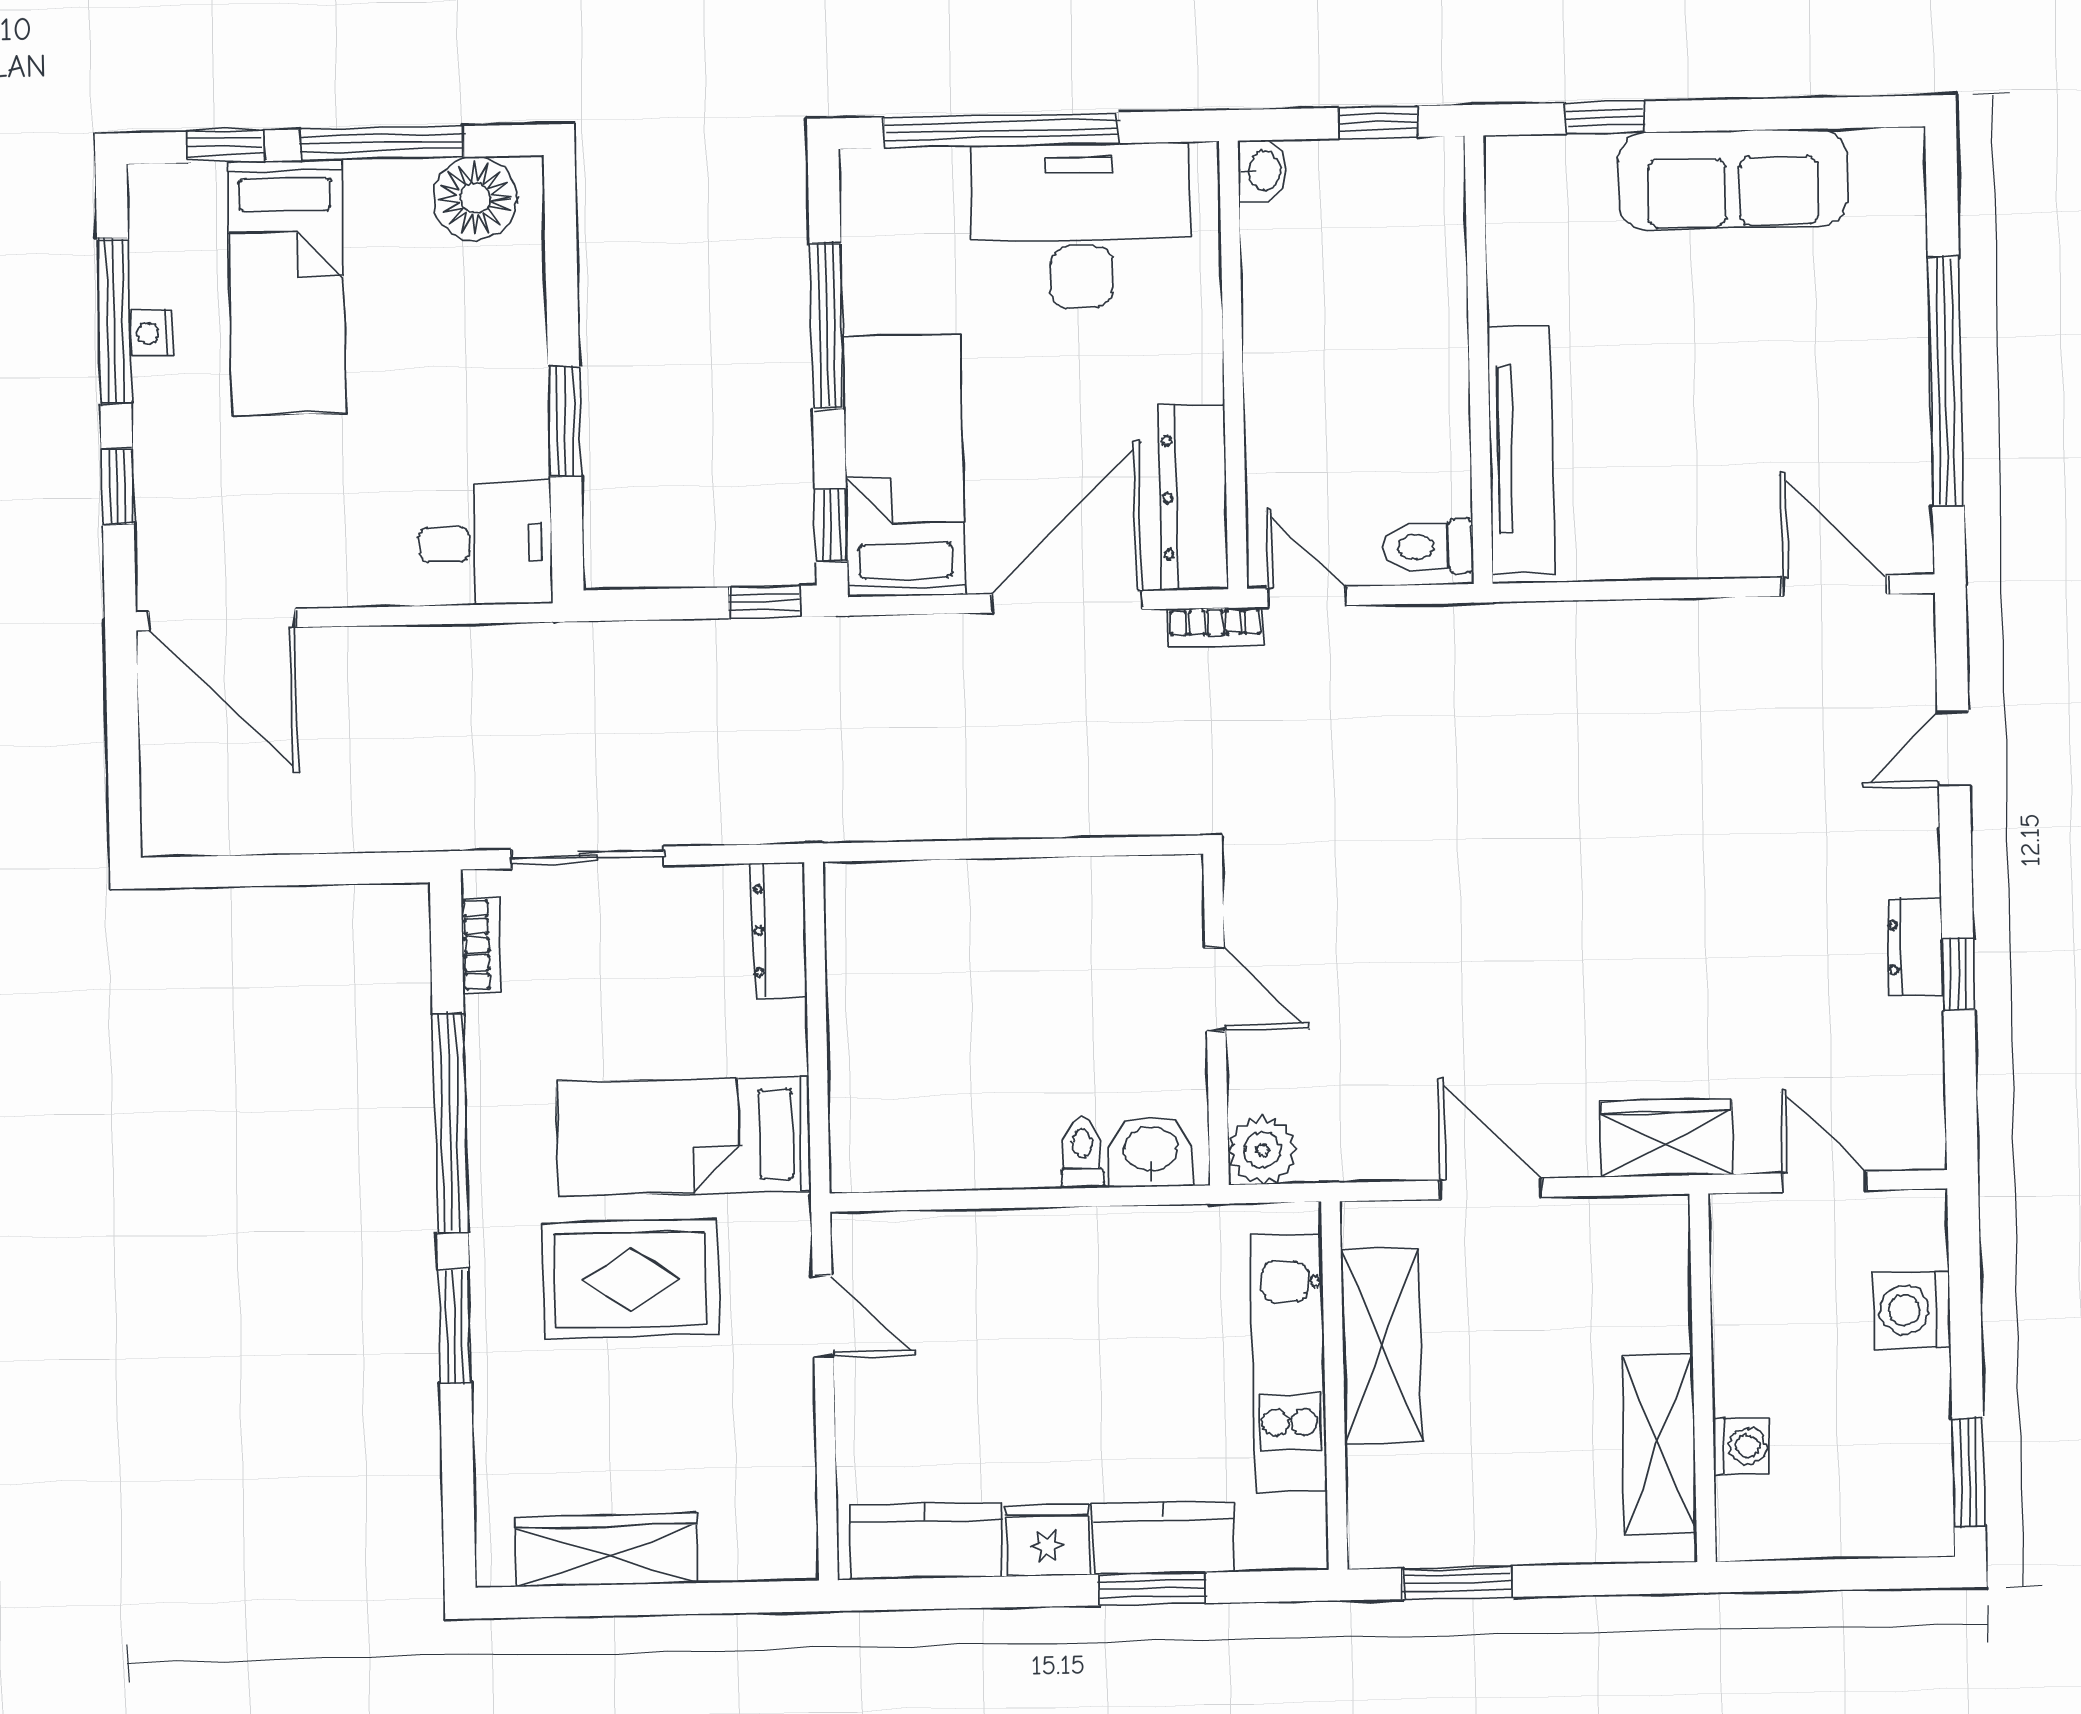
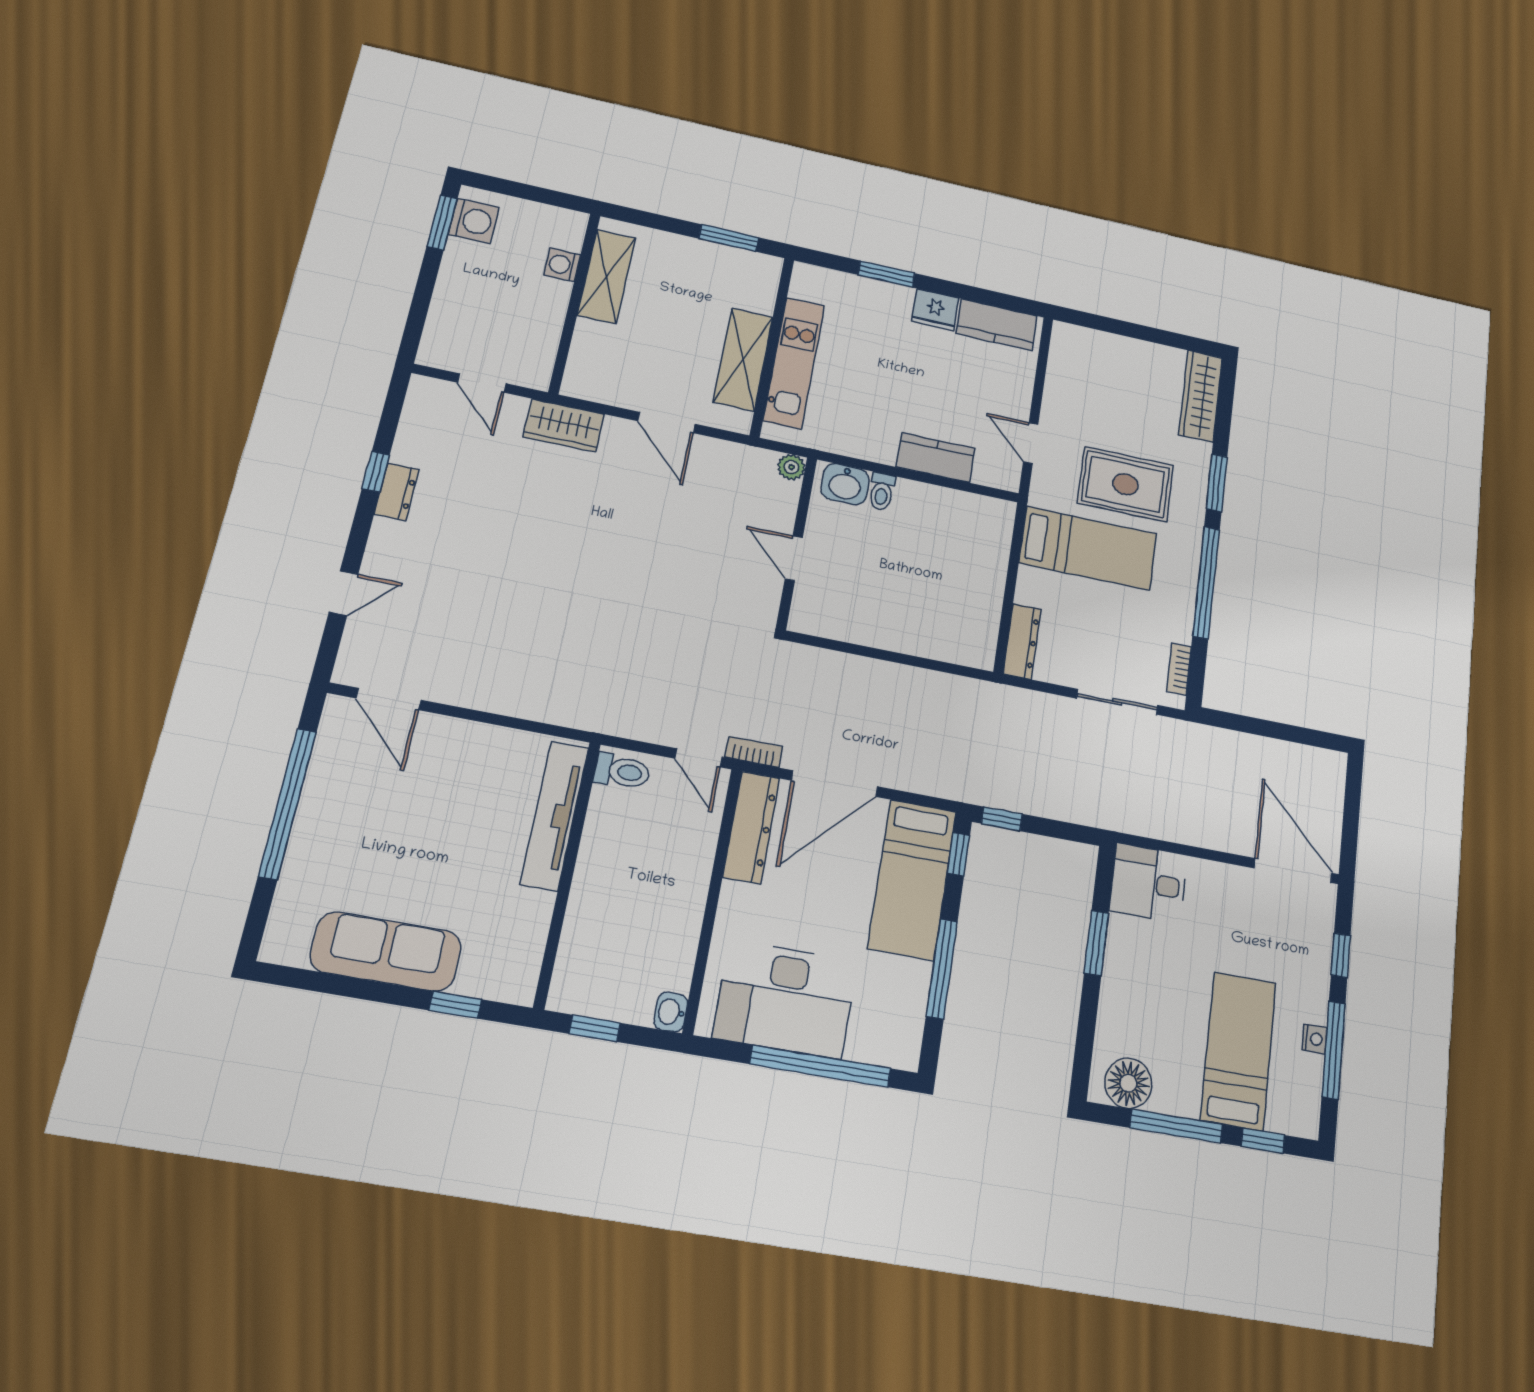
plant: (1262, 1150) -> (791, 467), width x0.73, depth x0.73
washing machine: (1912, 1310) -> (474, 221), moved
kitchen counter: (1164, 1538) -> (936, 458), moved, turned 180
wardrobe: (607, 1550) -> (1201, 396), moved, turned 90

